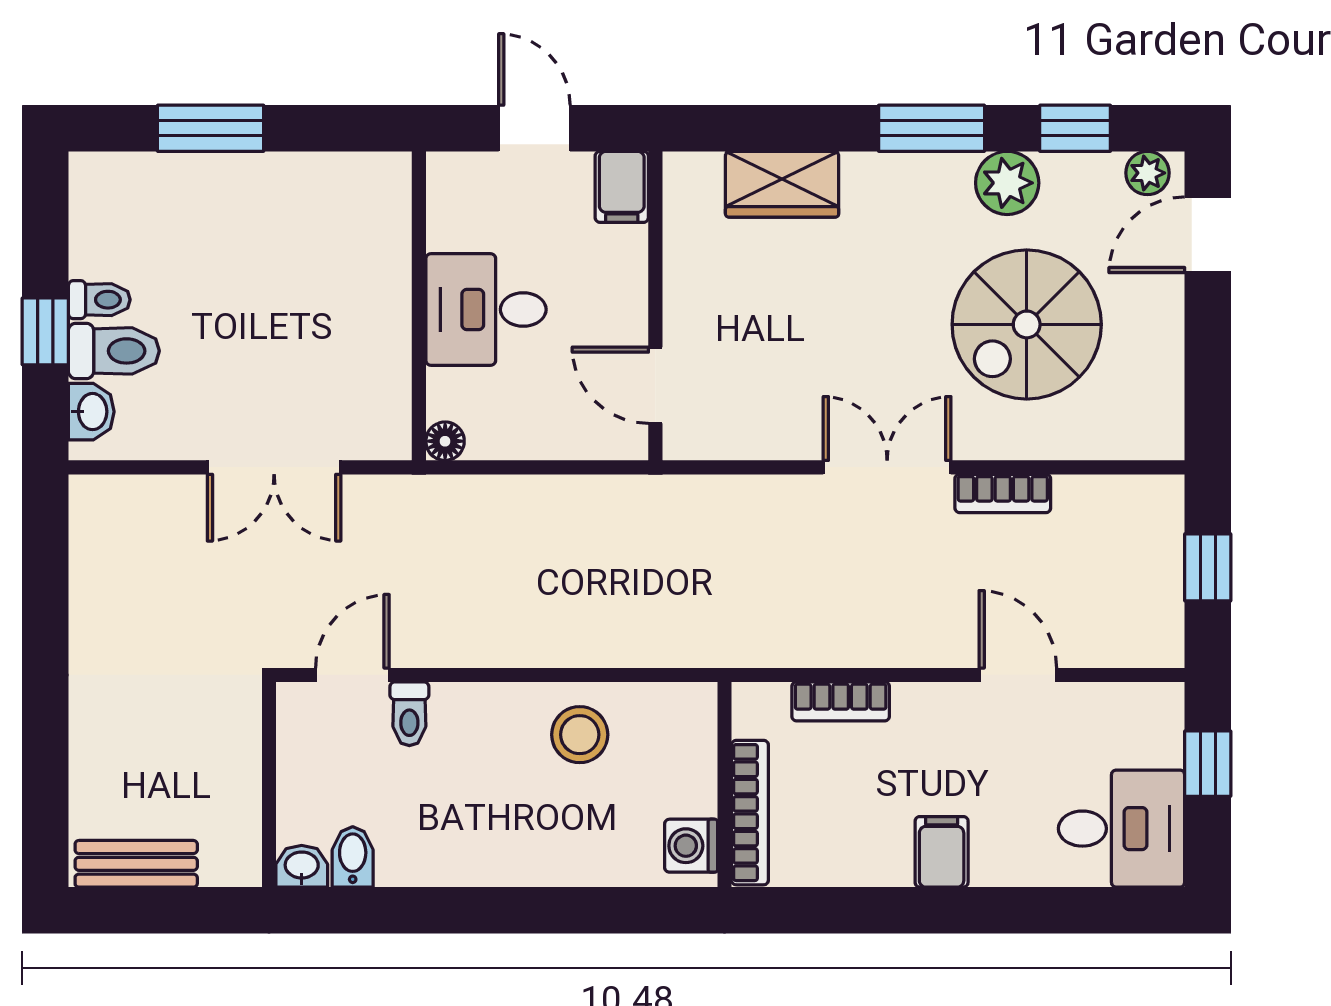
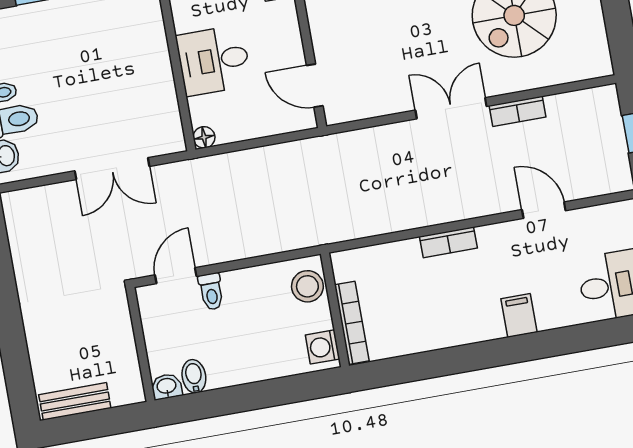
wall: (725, 785) -> (335, 310), moved
bookcase: (750, 813) -> (352, 323), moved
washing machine: (691, 846) -> (323, 347), moved

